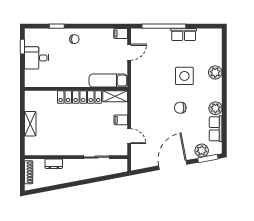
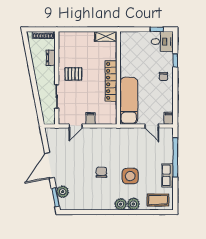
coffee table: (211, 45) -> (158, 200), added
desk: (37, 58) -> (162, 42), moved, turned 90
exam couch: (108, 81) -> (129, 101), width x1.36, depth x1.45
shelving: (115, 96) -> (112, 113), removed
plant: (215, 108) -> (121, 204), moved
shelving: (30, 124) -> (106, 36), moved
row of seats: (216, 129) -> (82, 204), removed
pallet: (72, 139) -> (73, 74), added
door: (173, 165) -> (49, 165), swing flipped

